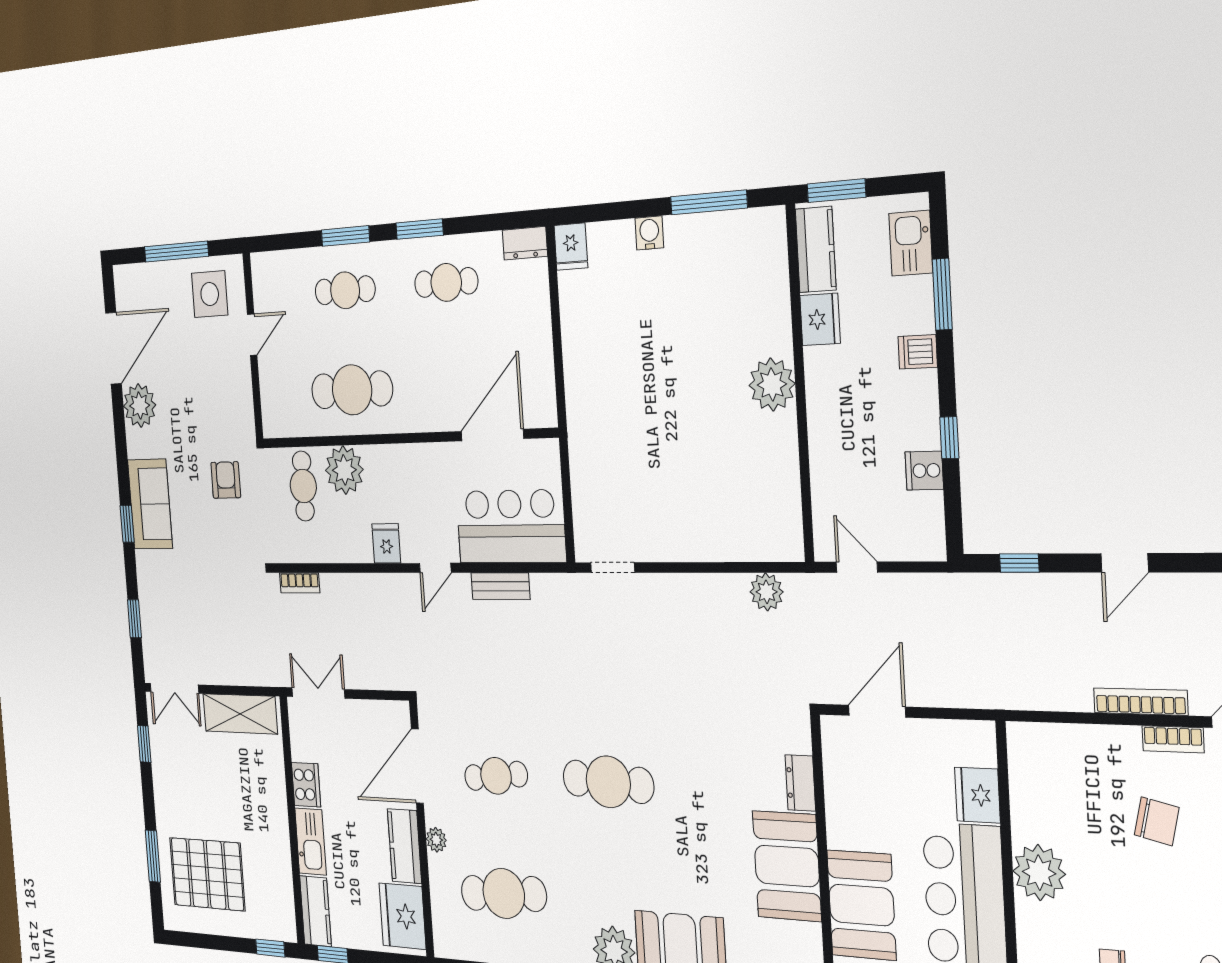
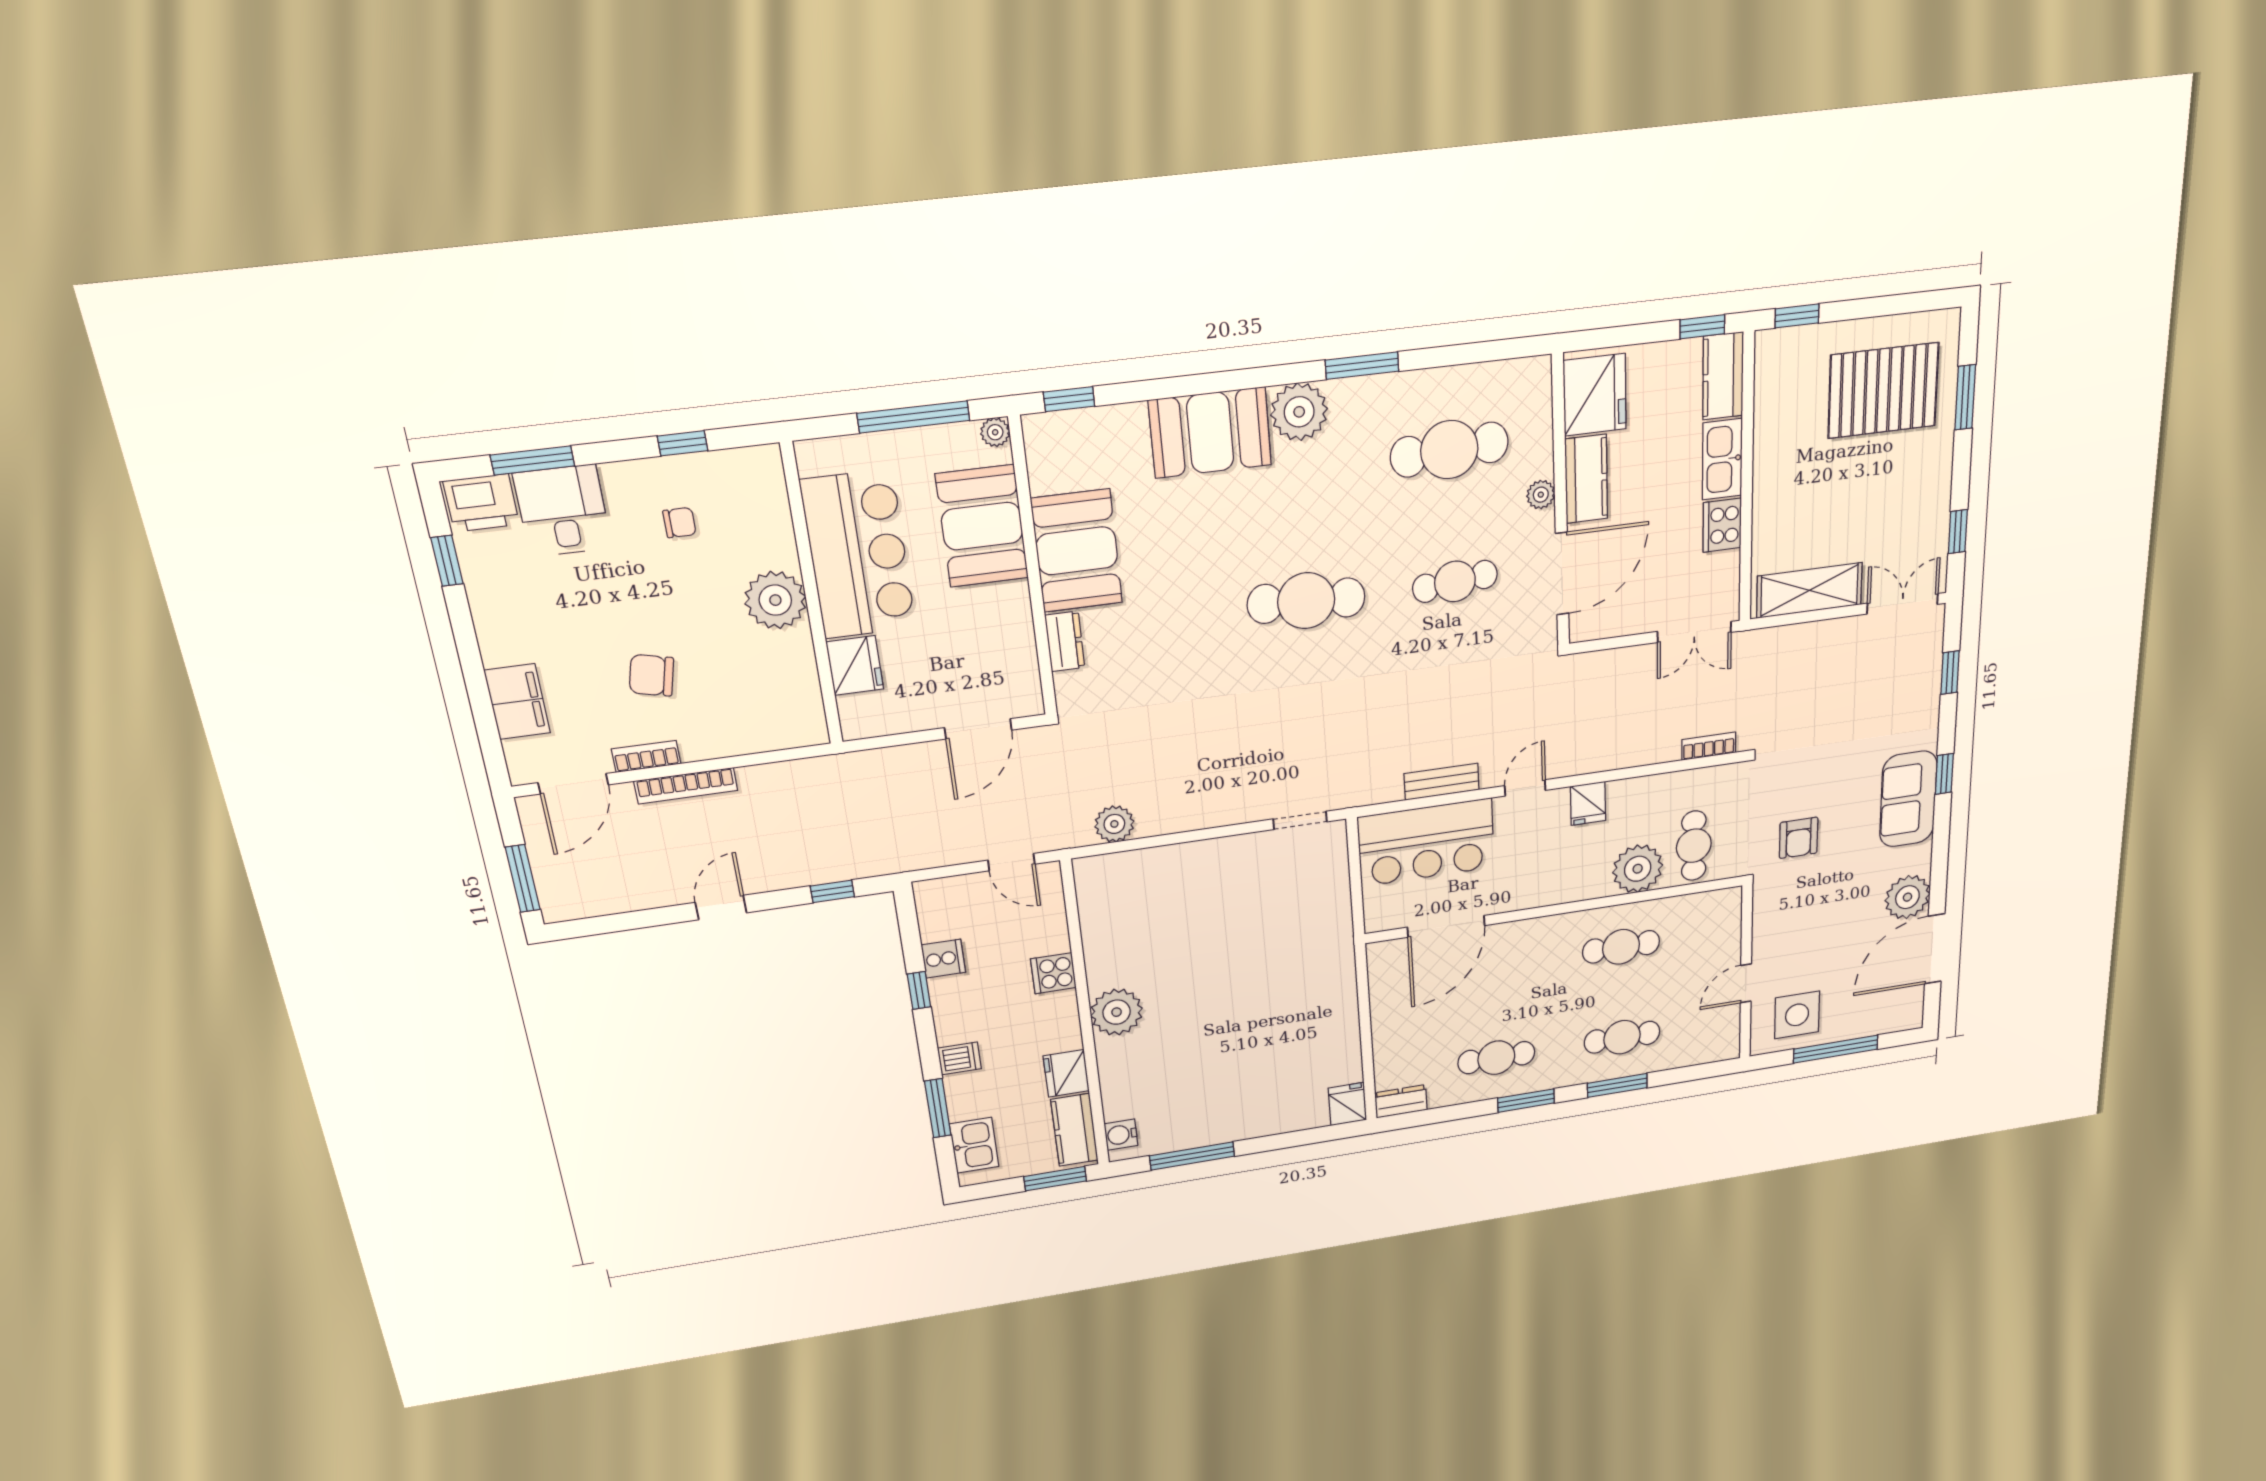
water cooler: (649, 233) -> (1121, 1135), moved, turned 90
cafe table: (352, 390) -> (1621, 947), width x0.73, depth x0.74
cooker: (826, 438) -> (1053, 973), added

